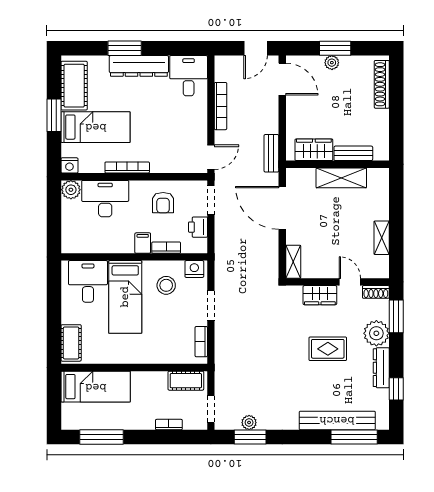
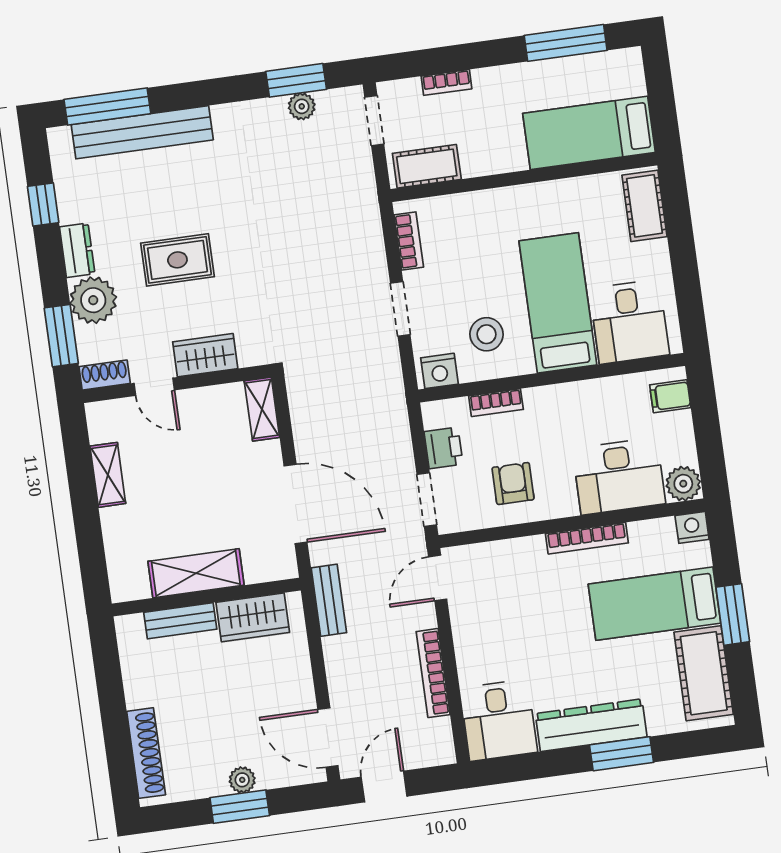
filing cabinet: (143, 243) -> (670, 396), moved, turned 90
dresser: (381, 368) -> (77, 250), width x0.70

